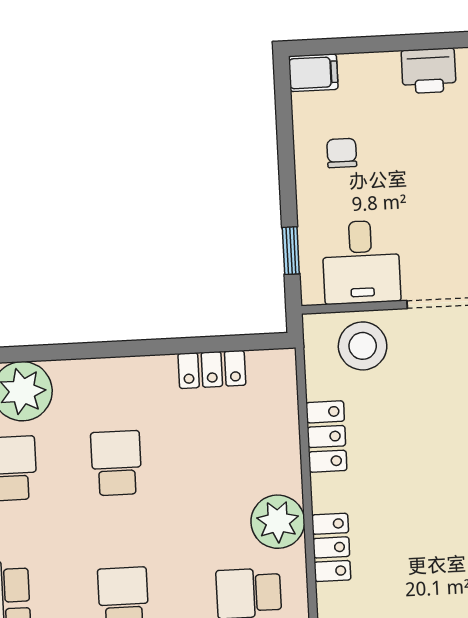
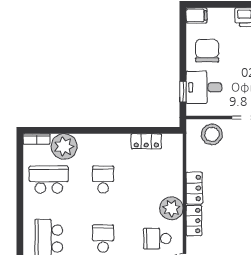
chair: (342, 153) -> (207, 51), width x1.87, depth x1.87
desk: (361, 262) -> (204, 87), moved, turned 90
locker: (326, 437) -> (194, 188), moved

